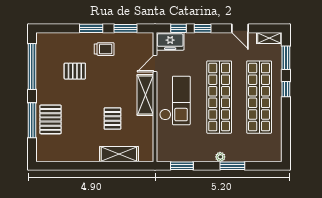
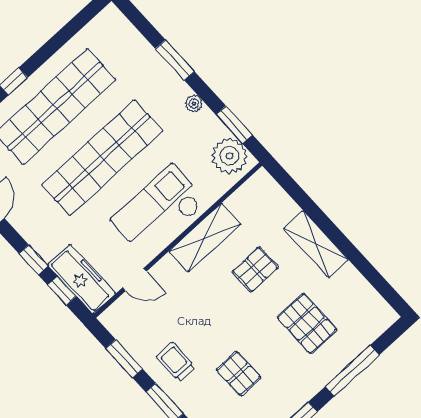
freezer: (170, 41) -> (82, 279), width x1.40
shelving: (145, 95) -> (205, 238), moved
pallet: (51, 119) -> (307, 324), moved, turned 90
plant: (171, 152) -> (229, 156), added
shelving: (119, 154) -> (316, 244), moved
plant: (220, 157) -> (194, 104), moved

